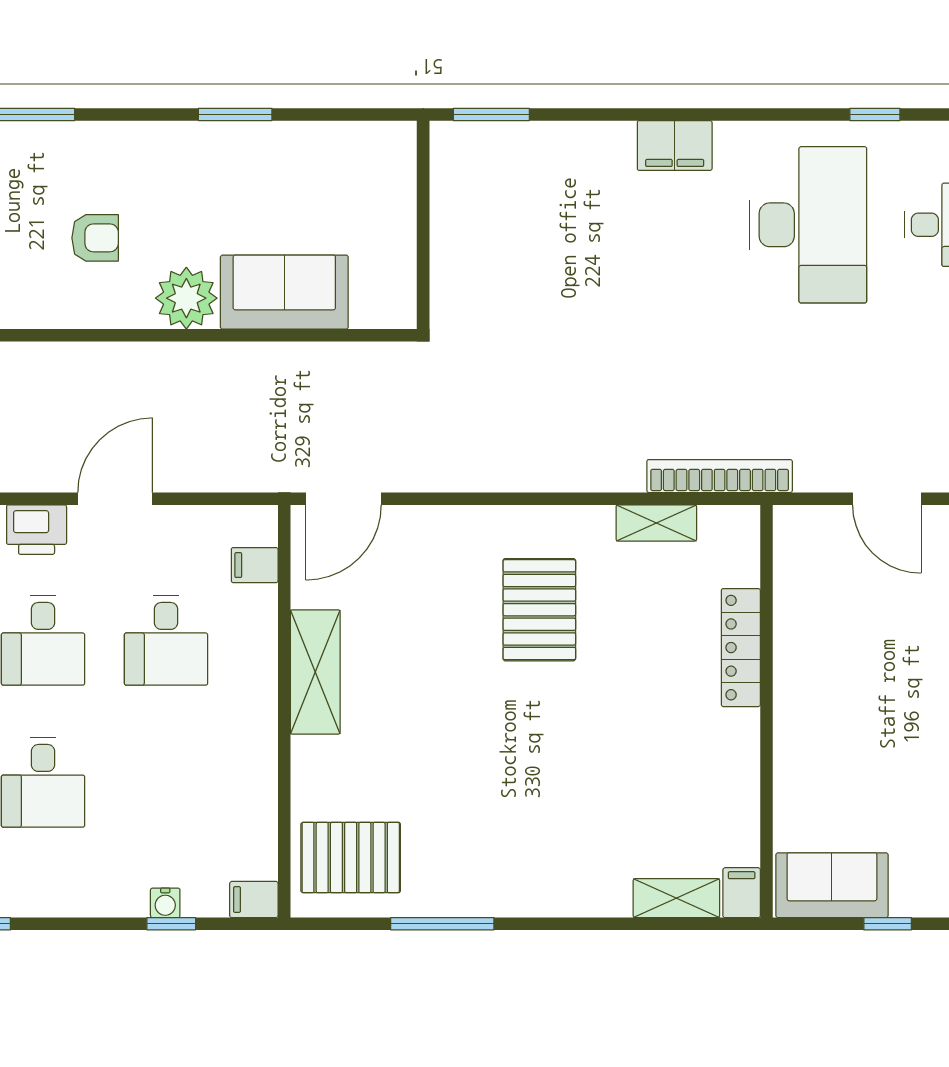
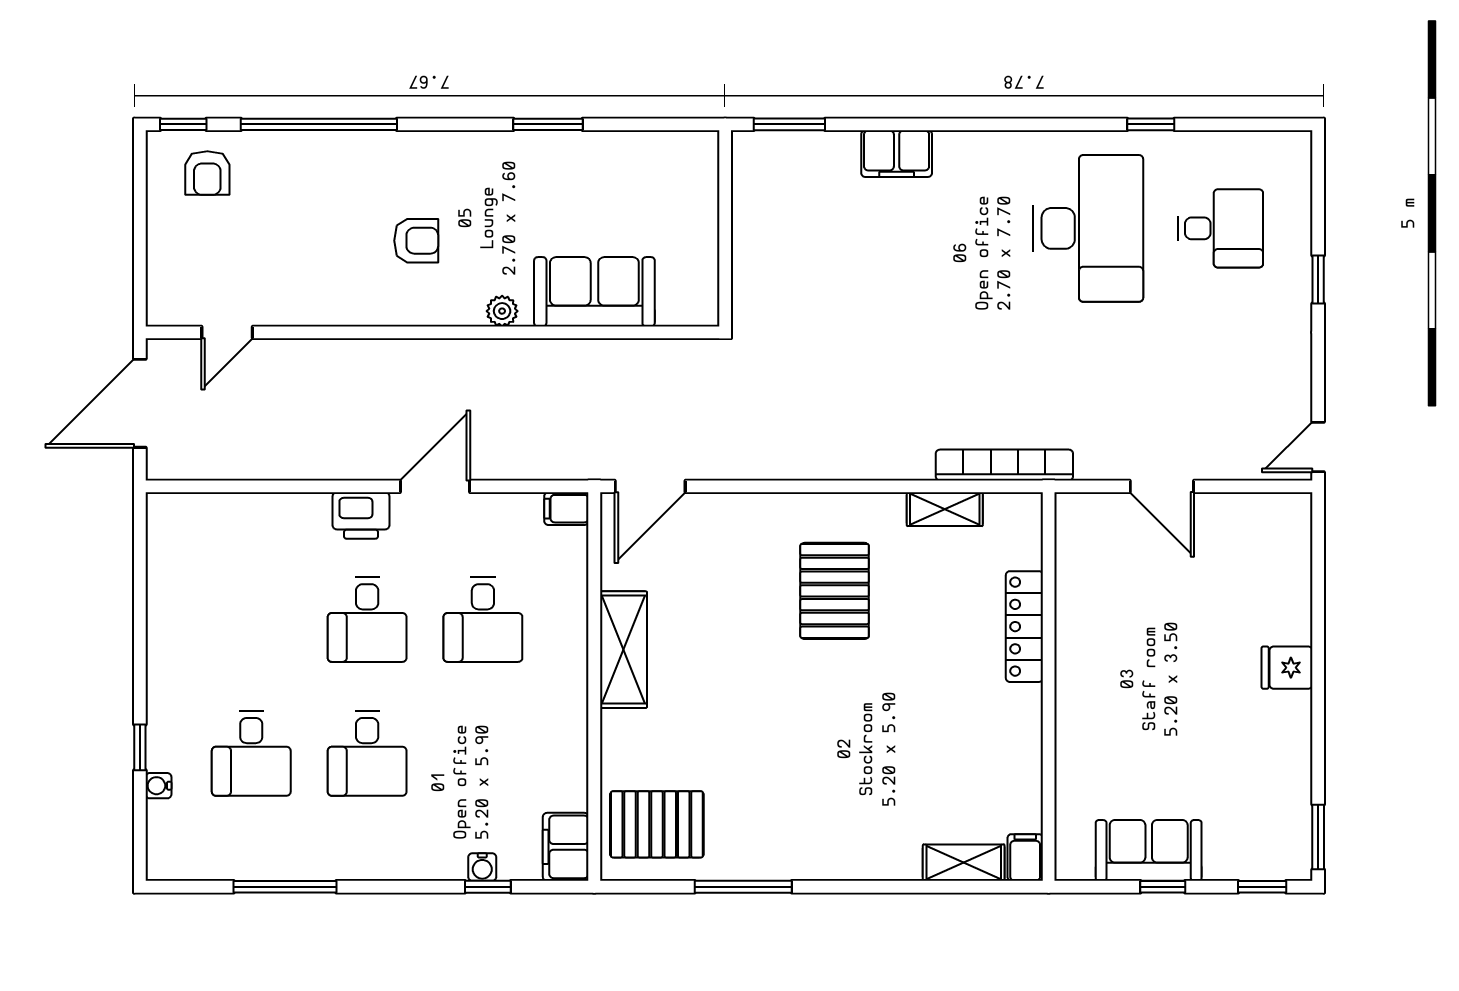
filing cabinet: (675, 146) -> (897, 154), moved
plant: (186, 298) -> (502, 311), width x0.53, depth x0.53
filing cabinet: (255, 565) -> (566, 509), moved
sofa: (832, 885) -> (1149, 850), moved
filing cabinet: (254, 900) -> (566, 847), width x2.00

